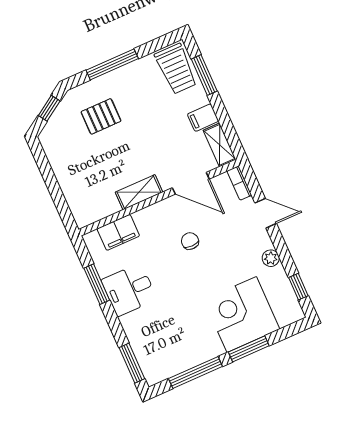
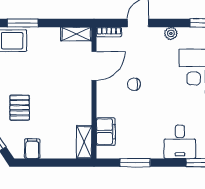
filing cabinet: (203, 118) -> (32, 149), moved, turned 180
shelving: (139, 192) -> (84, 142), moved
desk: (129, 290) -> (180, 142), moved

